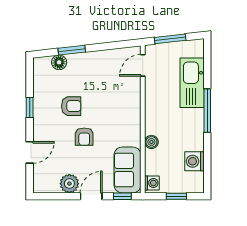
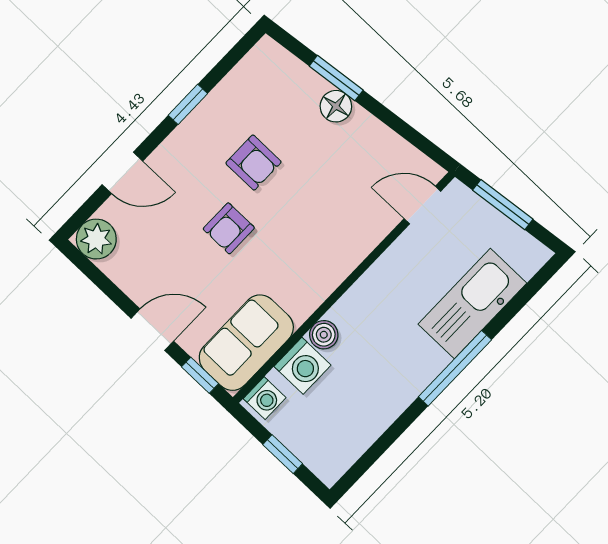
floor lamp: (59, 62) -> (336, 106), moved
washing machine: (194, 161) -> (302, 366), moved, turned 180
plant: (69, 184) -> (96, 239), moved

